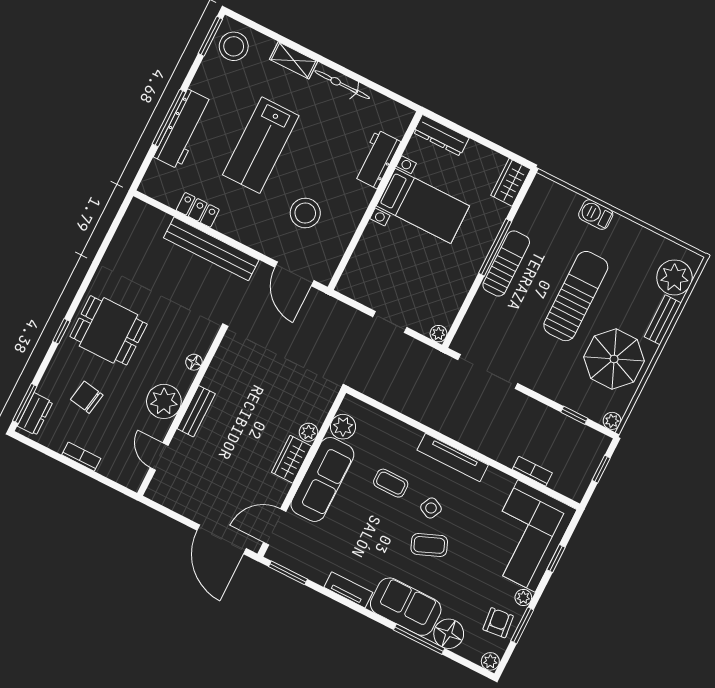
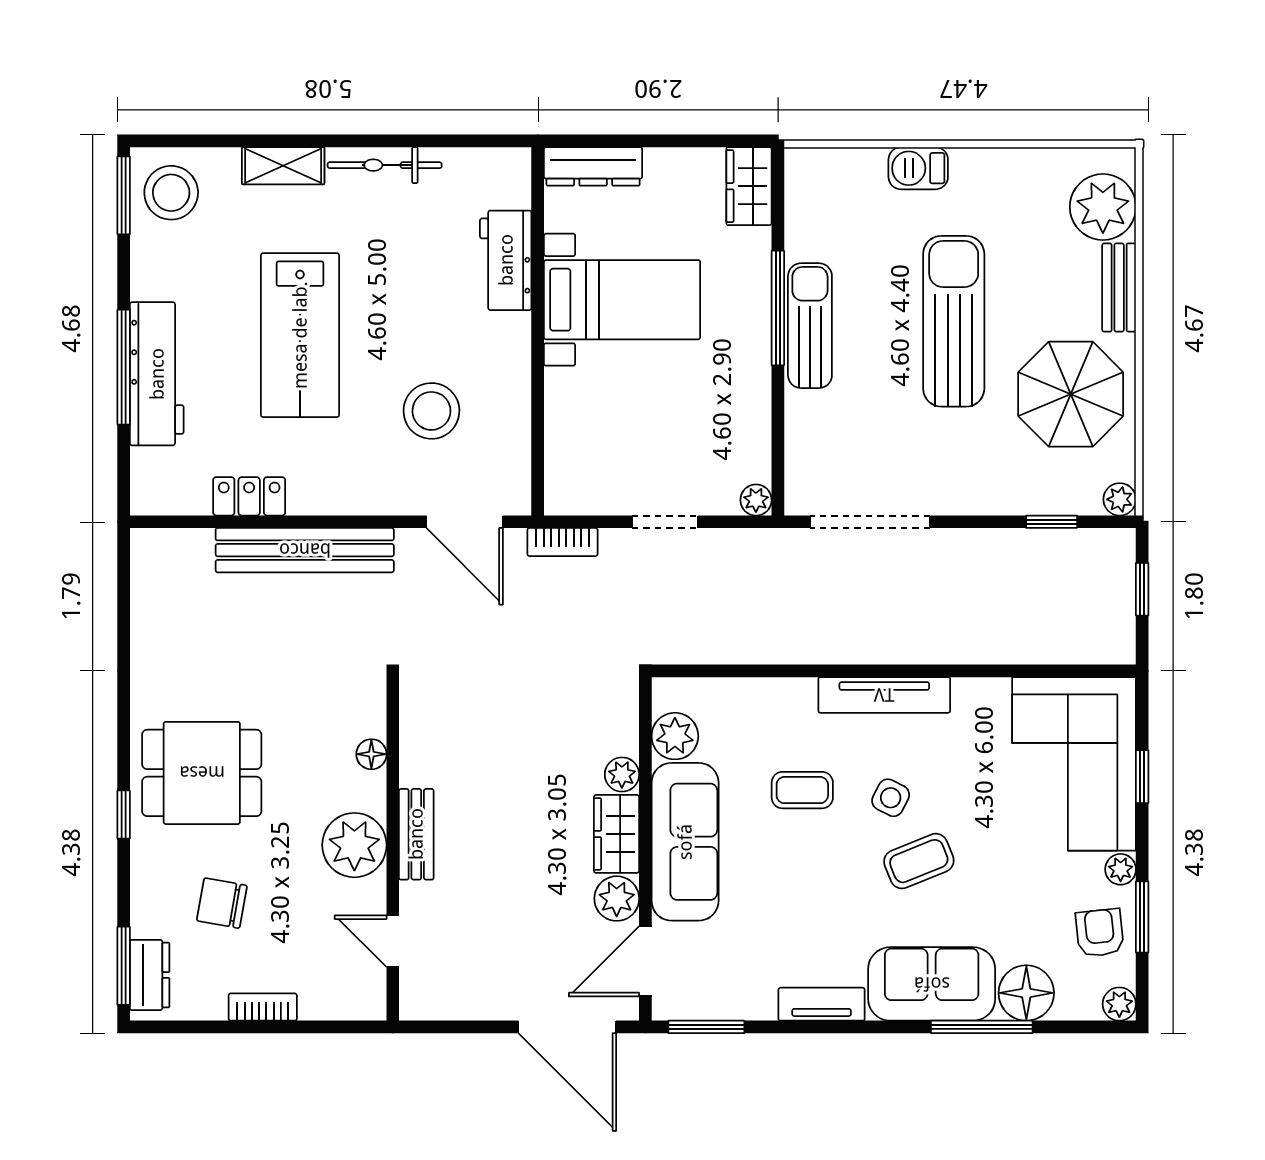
bookcase: (532, 471) -> (562, 542), moved, turned 180
plant: (276, 490) -> (617, 899), added

